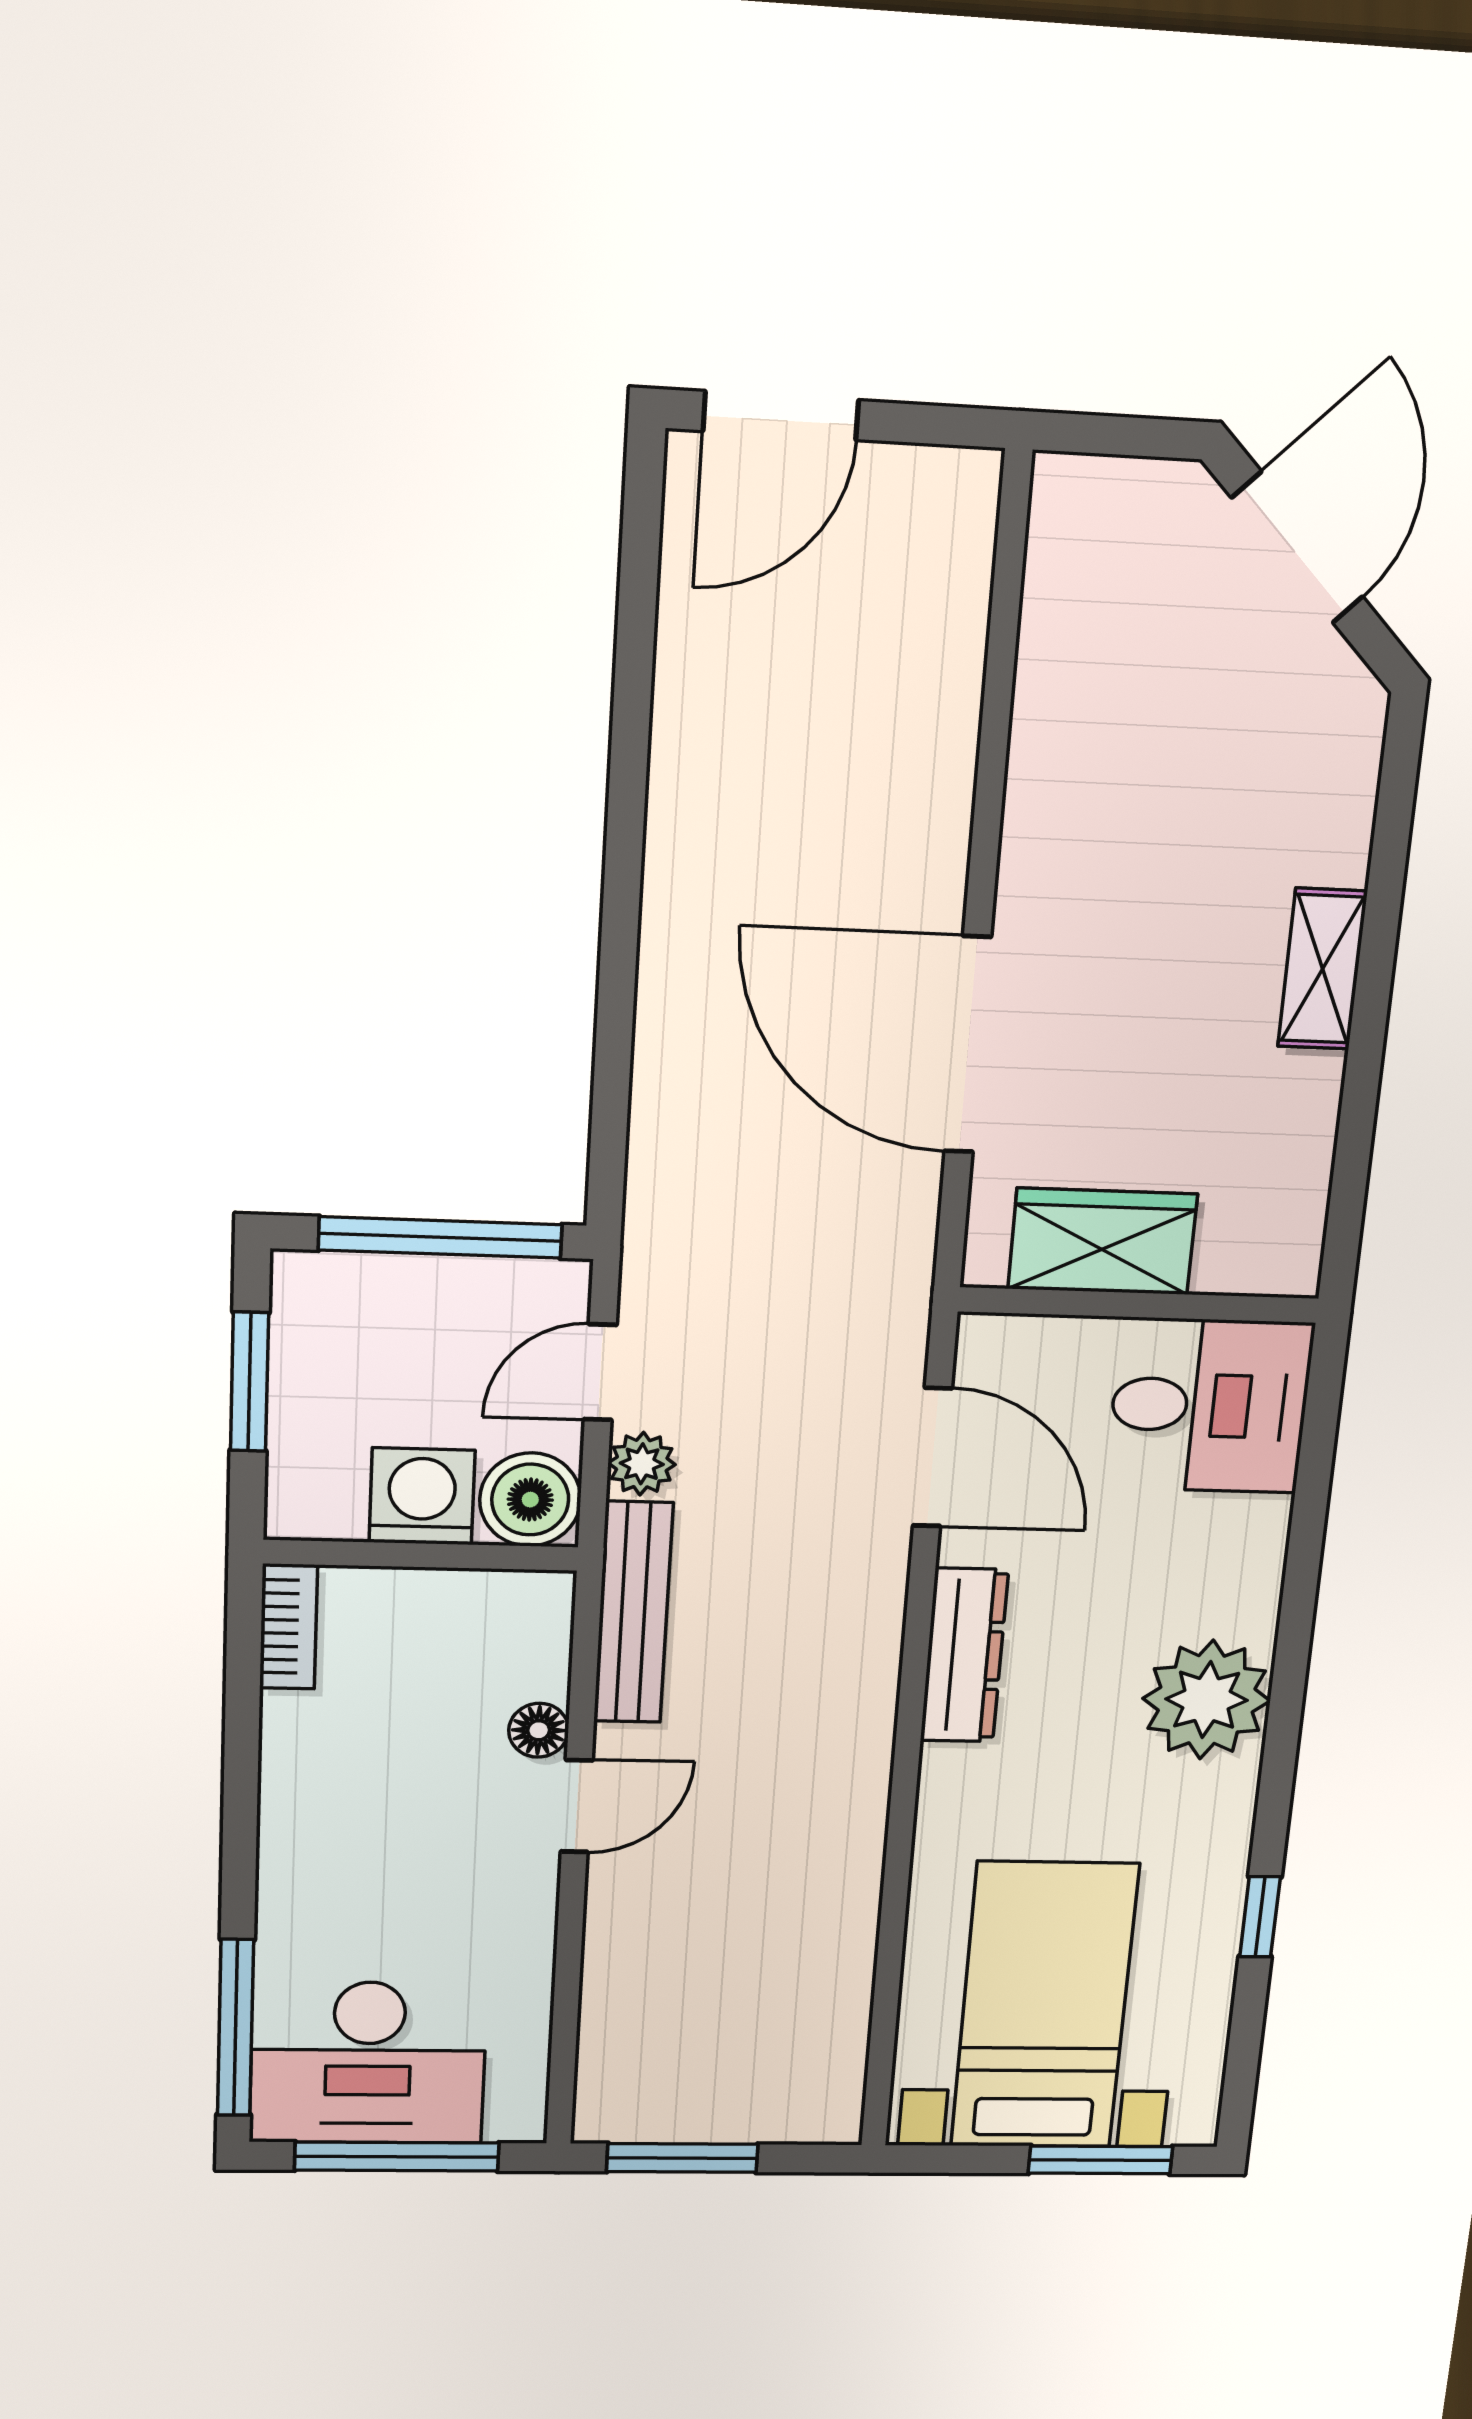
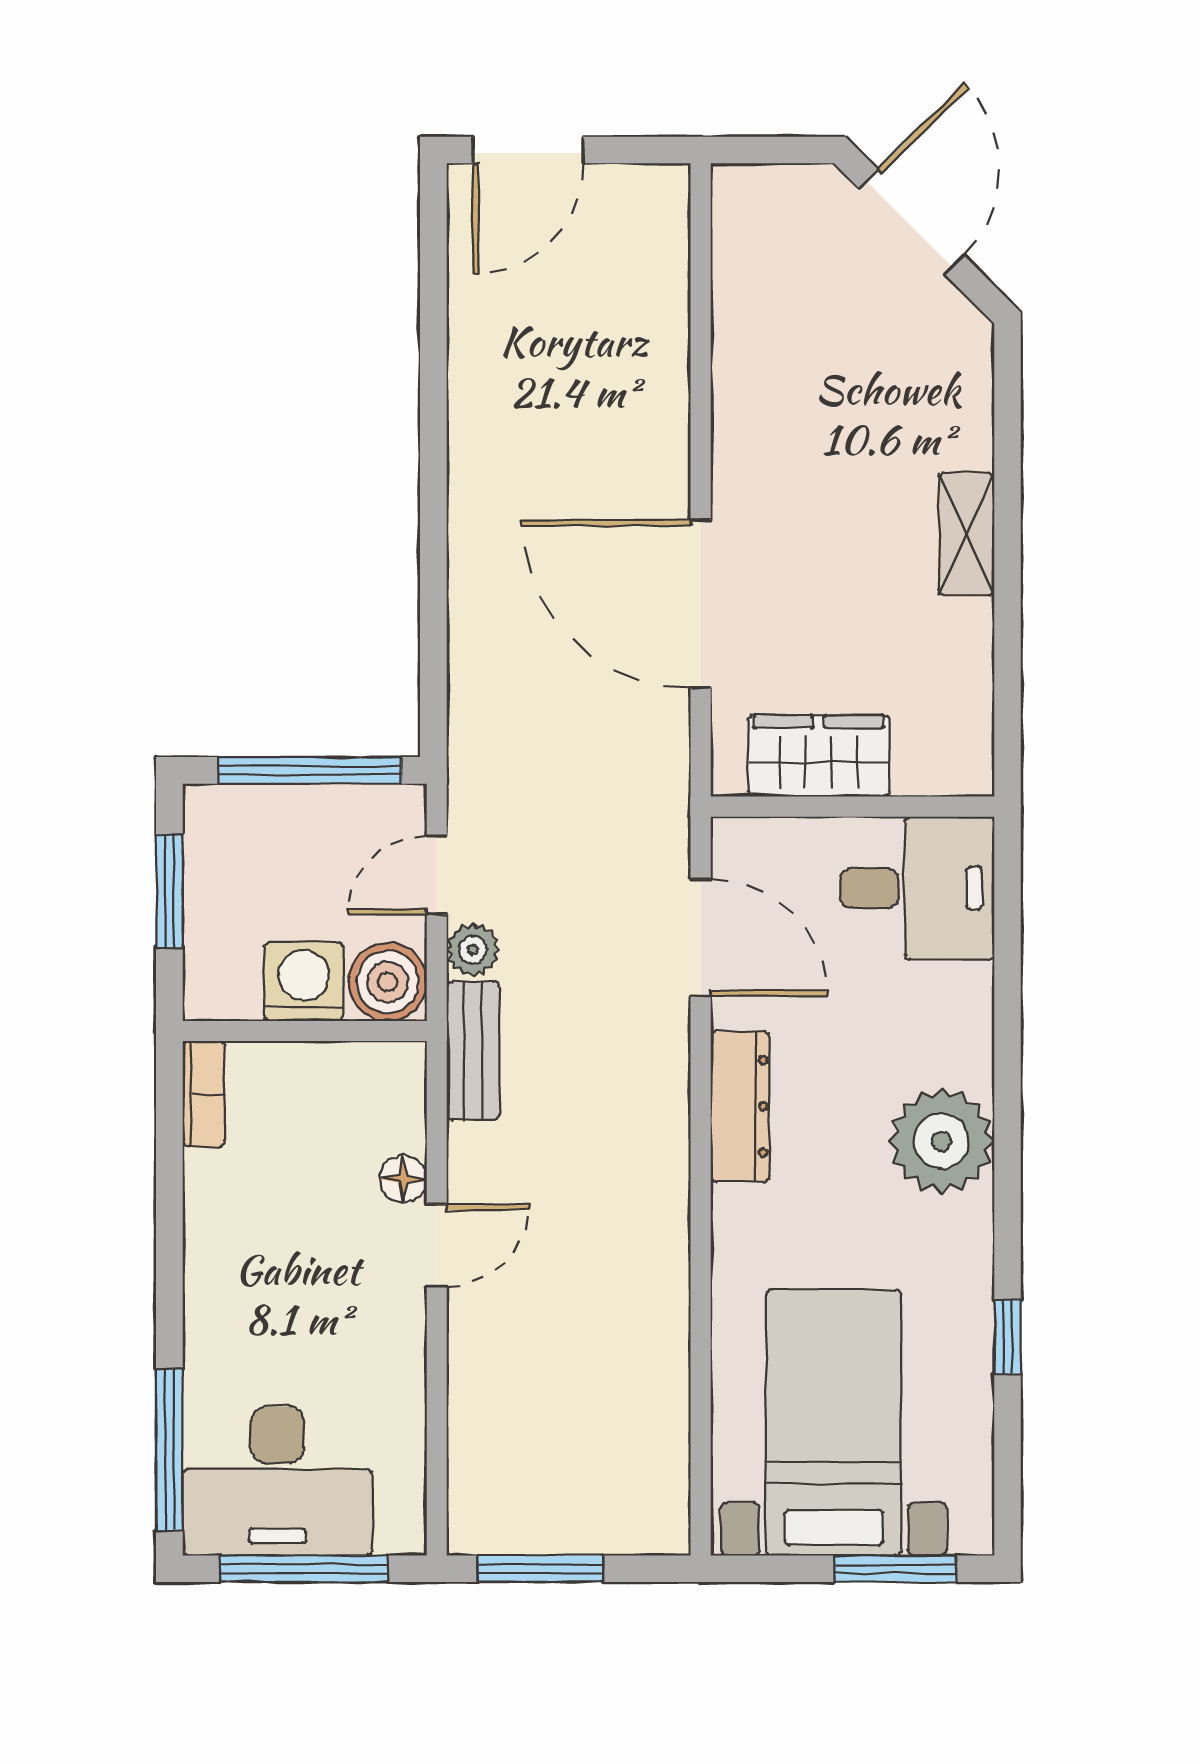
bench: (633, 1613) -> (473, 1050), width x0.73

